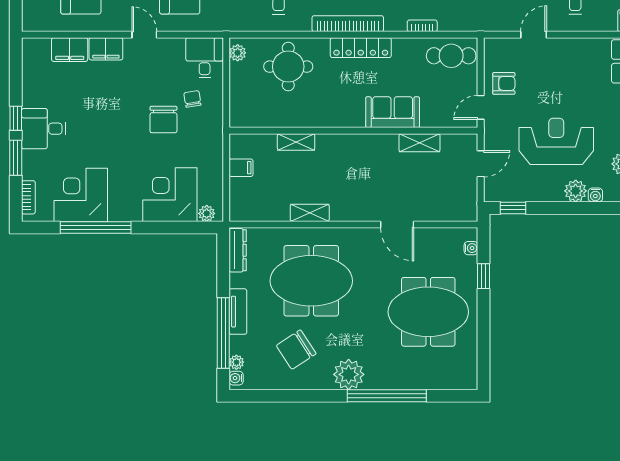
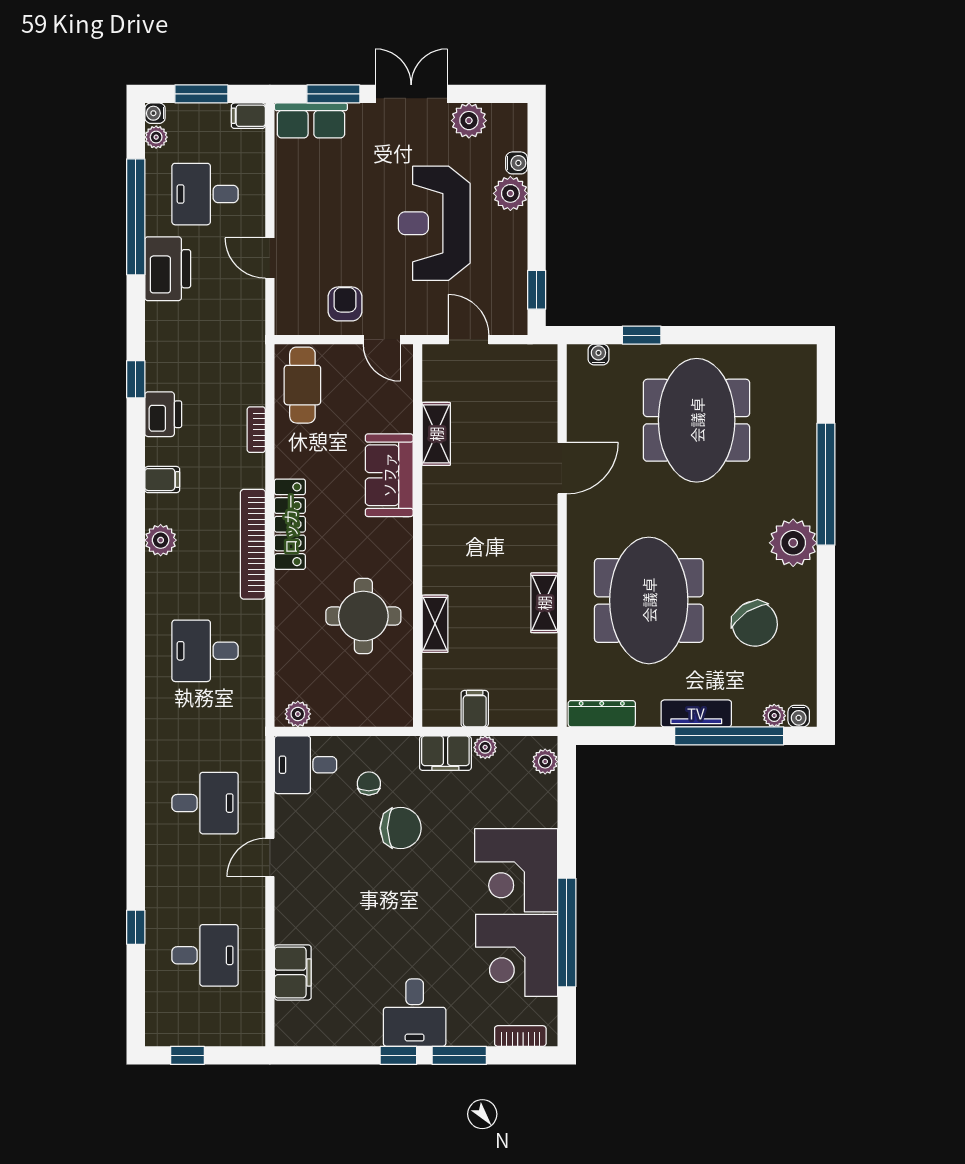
filing cabinet: (106, 49) -> (445, 753), moved, turned 90
round table: (288, 67) -> (363, 616), moved
chair: (192, 99) -> (369, 783), turned 99
plant: (216, 174) -> (485, 747), added
corner desk: (170, 195) -> (516, 870), moved

